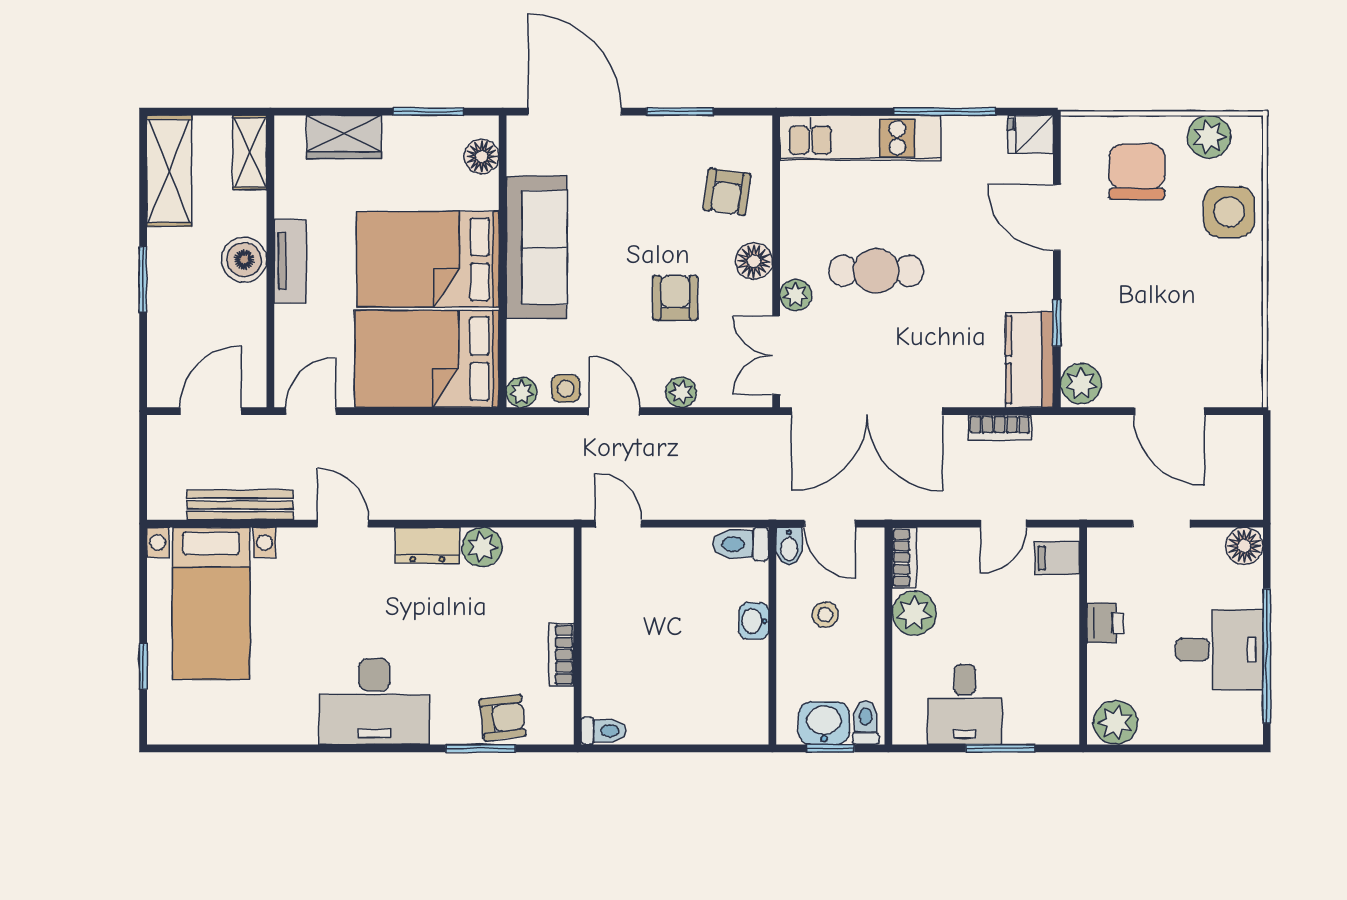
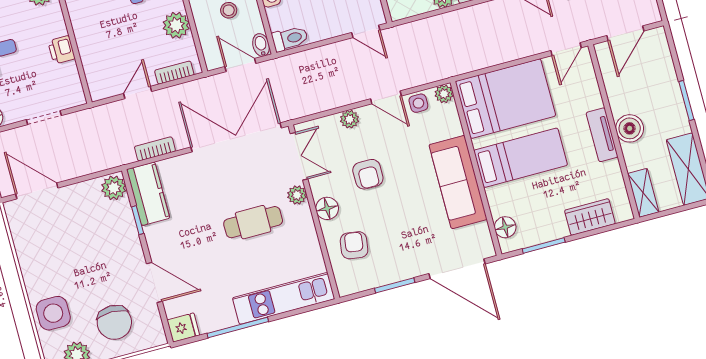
bed: (428, 259) -> (521, 158), width x0.67
door: (1169, 411) -> (37, 191), moved
bookcase: (904, 558) -> (174, 73), moved, turned 90
filing cabinet: (1057, 558) -> (100, 81), removed

